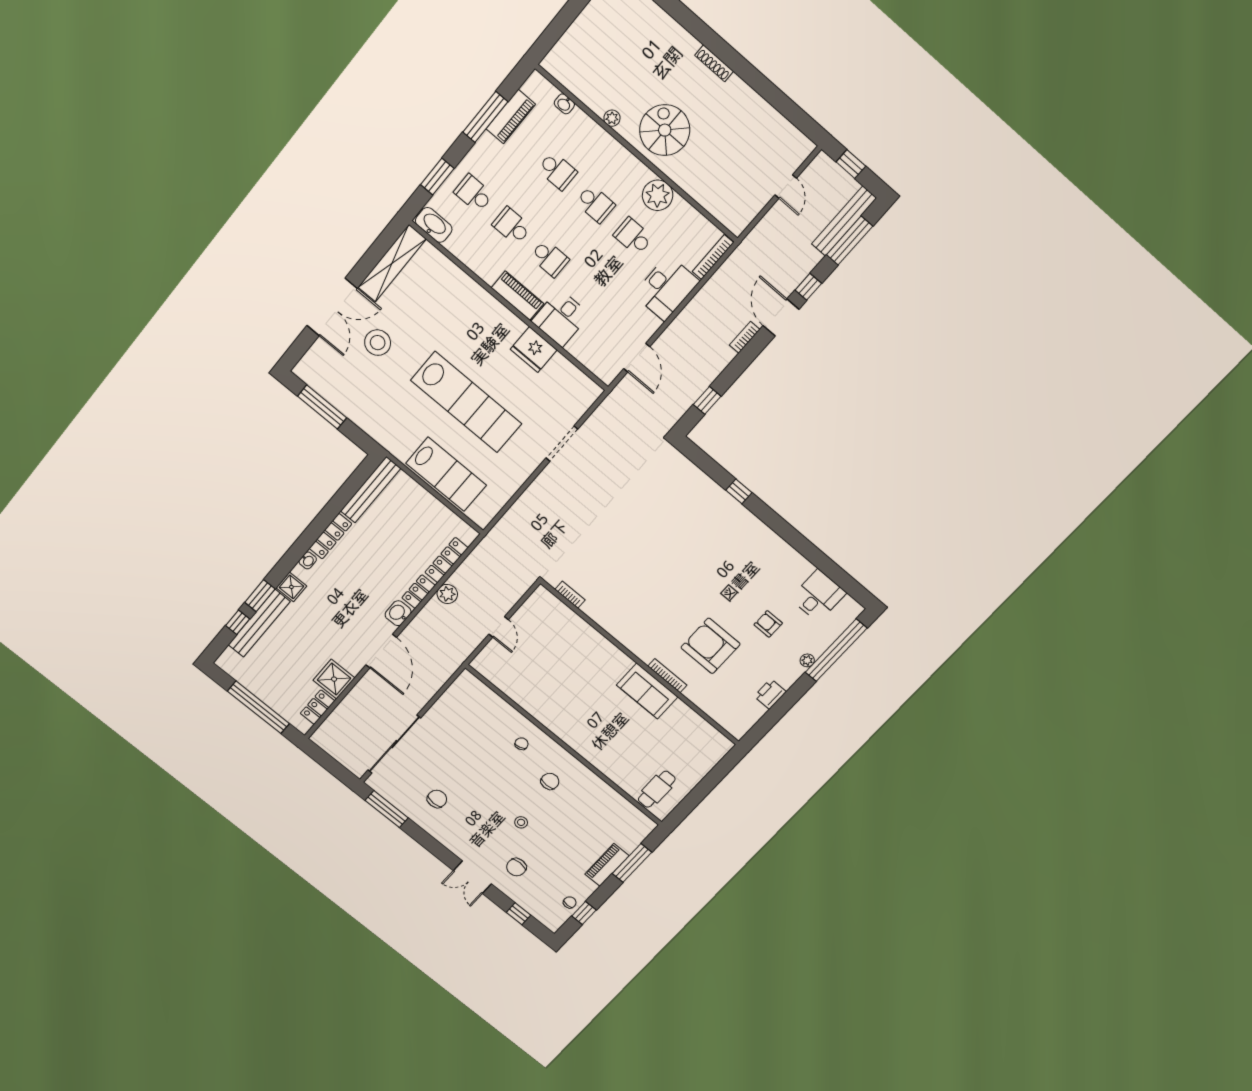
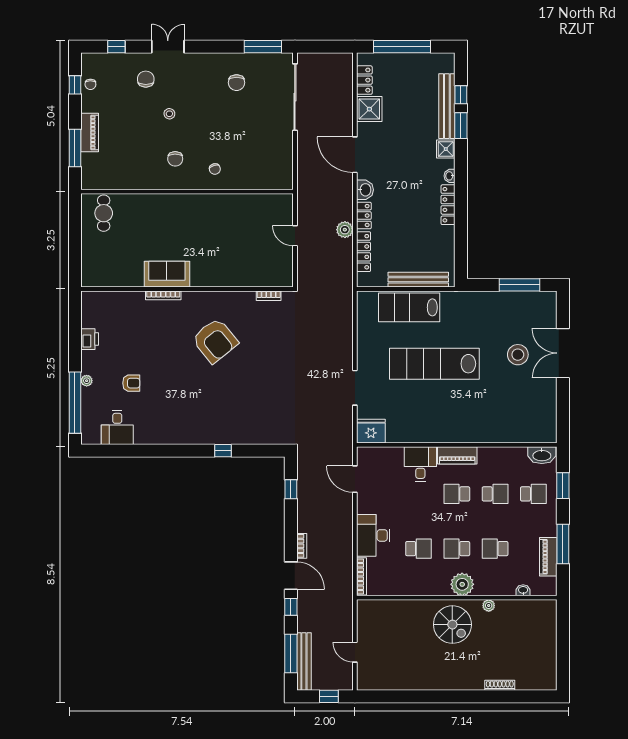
shoe rack: (714, 63) -> (500, 685), moved
plant: (658, 195) -> (462, 584), moved
shelving: (392, 263) -> (548, 411), removed
fridge: (534, 350) -> (371, 431), moved
bench: (371, 490) -> (418, 280), moved, turned 90
armchair: (710, 646) -> (215, 341), moved, turned 51

